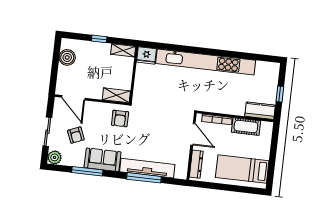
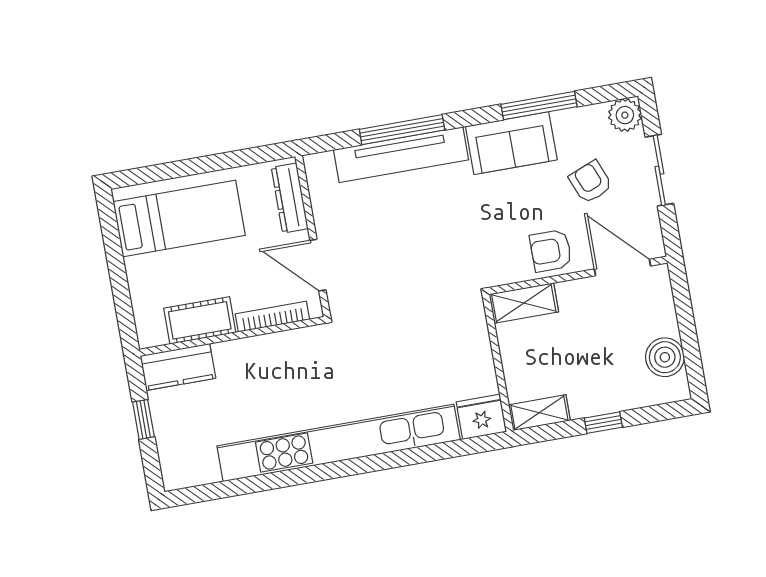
armchair: (120, 118) -> (551, 251), moved, turned -90

